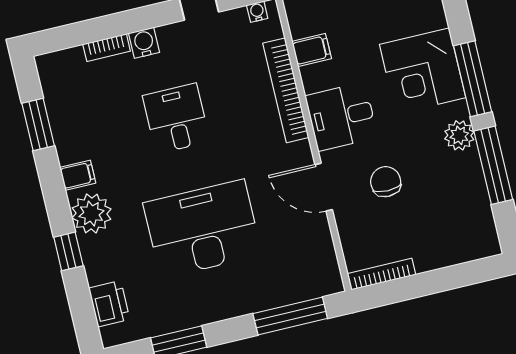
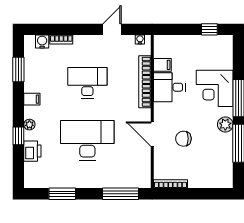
water cooler: (144, 43) -> (42, 42), moved
desk: (341, 117) -> (169, 87), moved
desk: (176, 119) -> (87, 83), width x1.37
chair: (386, 182) -> (183, 139), turned -90
plant: (91, 214) -> (29, 125), width x0.53, depth x0.53
printer: (109, 304) -> (32, 151), moved

